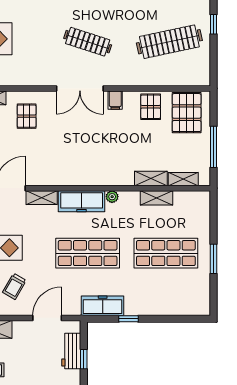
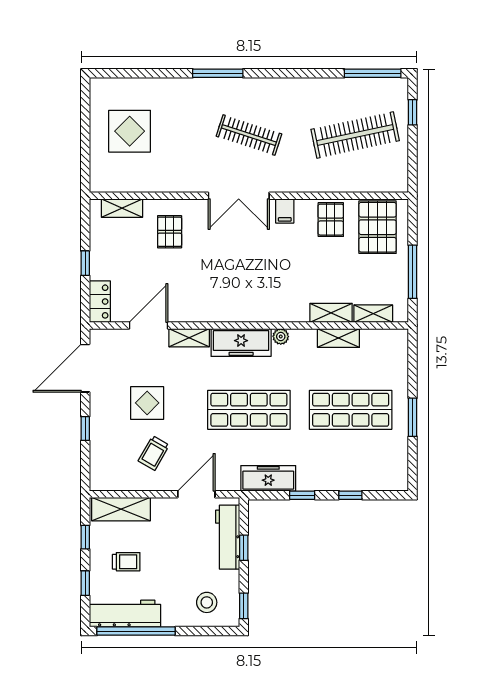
window: (166, 319) -> (350, 495), added
workbench: (71, 351) -> (228, 537), width x1.38

